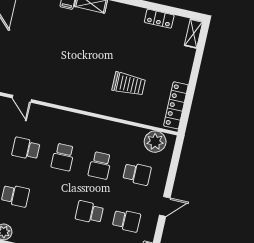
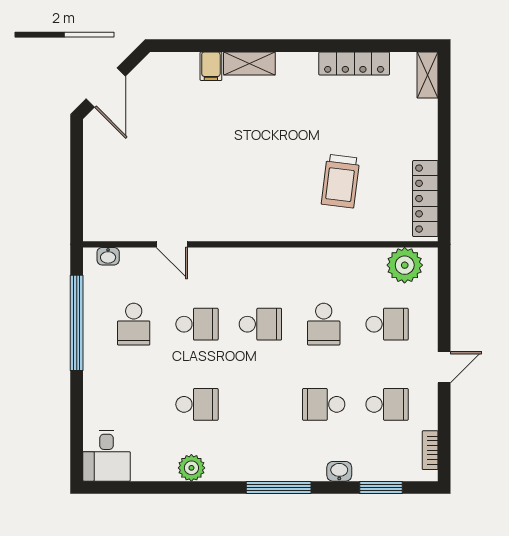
locker: (159, 19) -> (354, 64), width x1.53
trolley: (129, 84) -> (340, 181), turned 97
school desk: (26, 149) -> (197, 324), turned 180
school desk: (63, 157) -> (260, 324), turned -90

